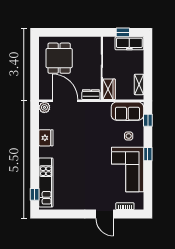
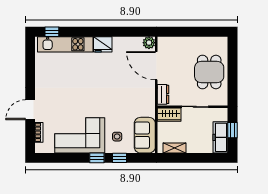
dining table: (59, 58) -> (209, 72), moved, turned 90
door: (65, 101) -> (156, 66), swing flipped
window: (148, 120) -> (119, 158), moved
fridge: (46, 138) -> (103, 44), moved

